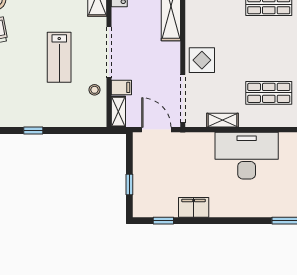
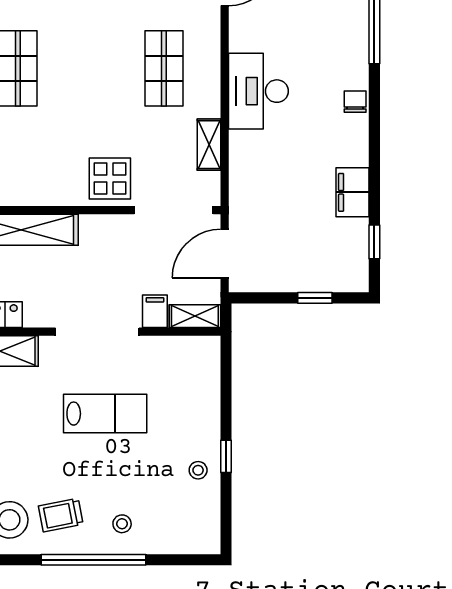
stool: (94, 90) -> (198, 470), moved
desk: (247, 156) -> (258, 91), width x0.73, depth x0.77
chair: (249, 209) -> (355, 102), added

